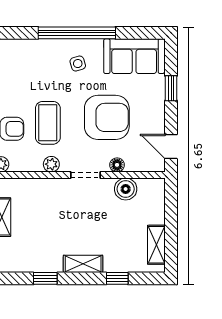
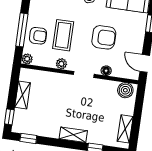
armchair: (107, 117) -> (104, 37), width x0.73, depth x0.73
boiler: (126, 189) -> (125, 90), moved
window: (45, 278) -> (28, 138), moved

